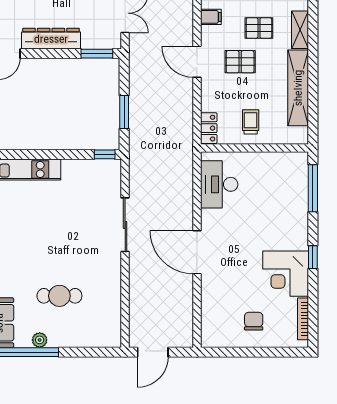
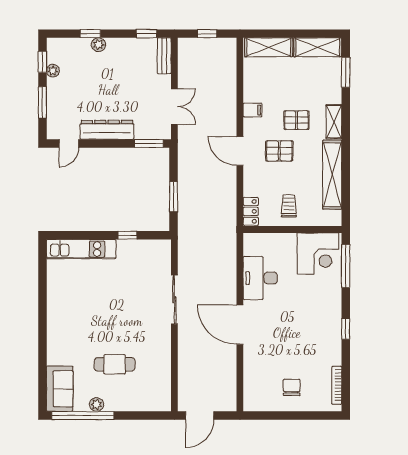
window: (105, 154) -> (127, 235), moved
desk: (219, 184) -> (260, 278), moved
corner desk: (286, 274) -> (318, 254), moved, turned -90

